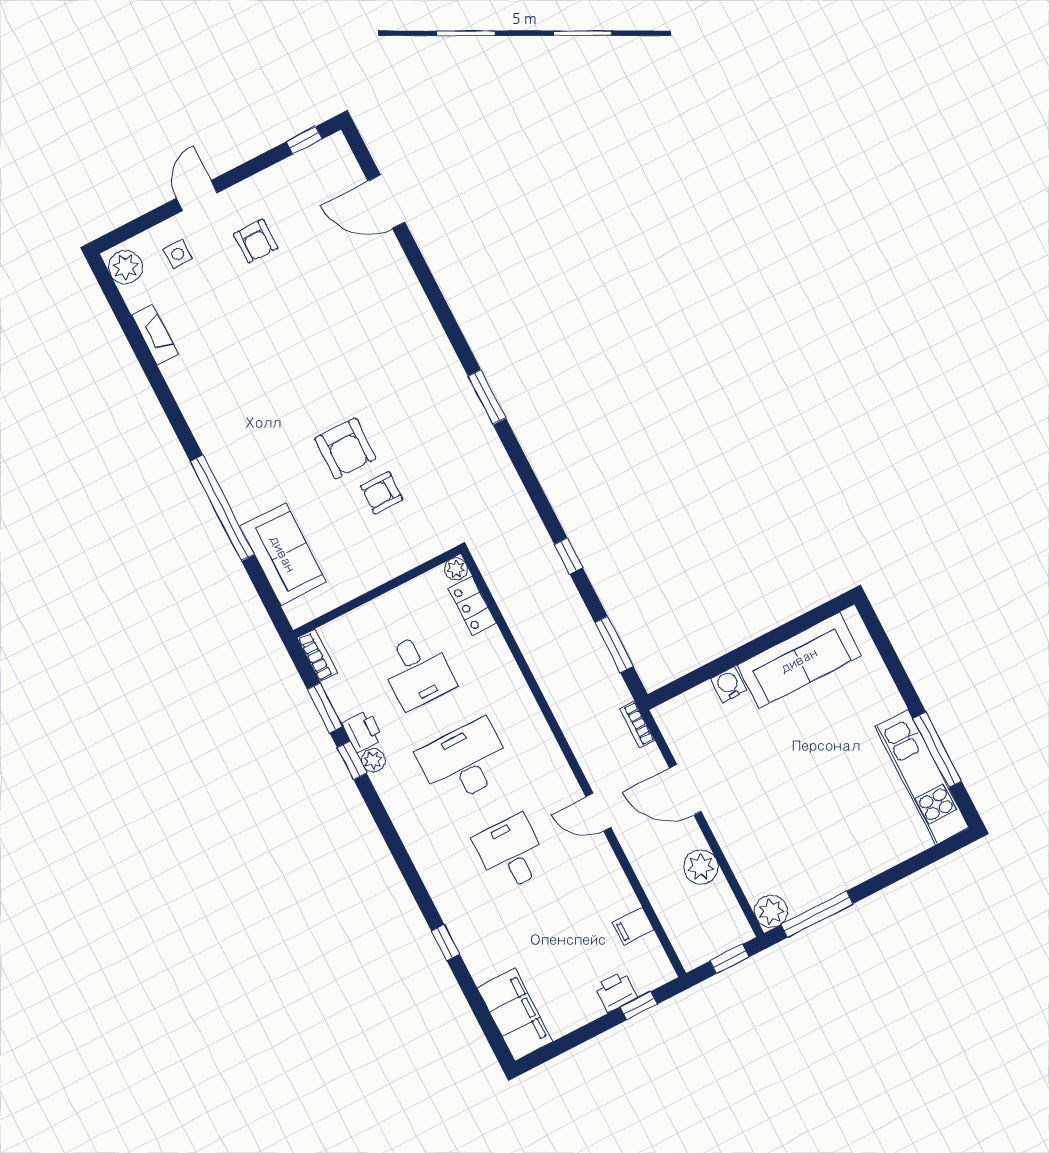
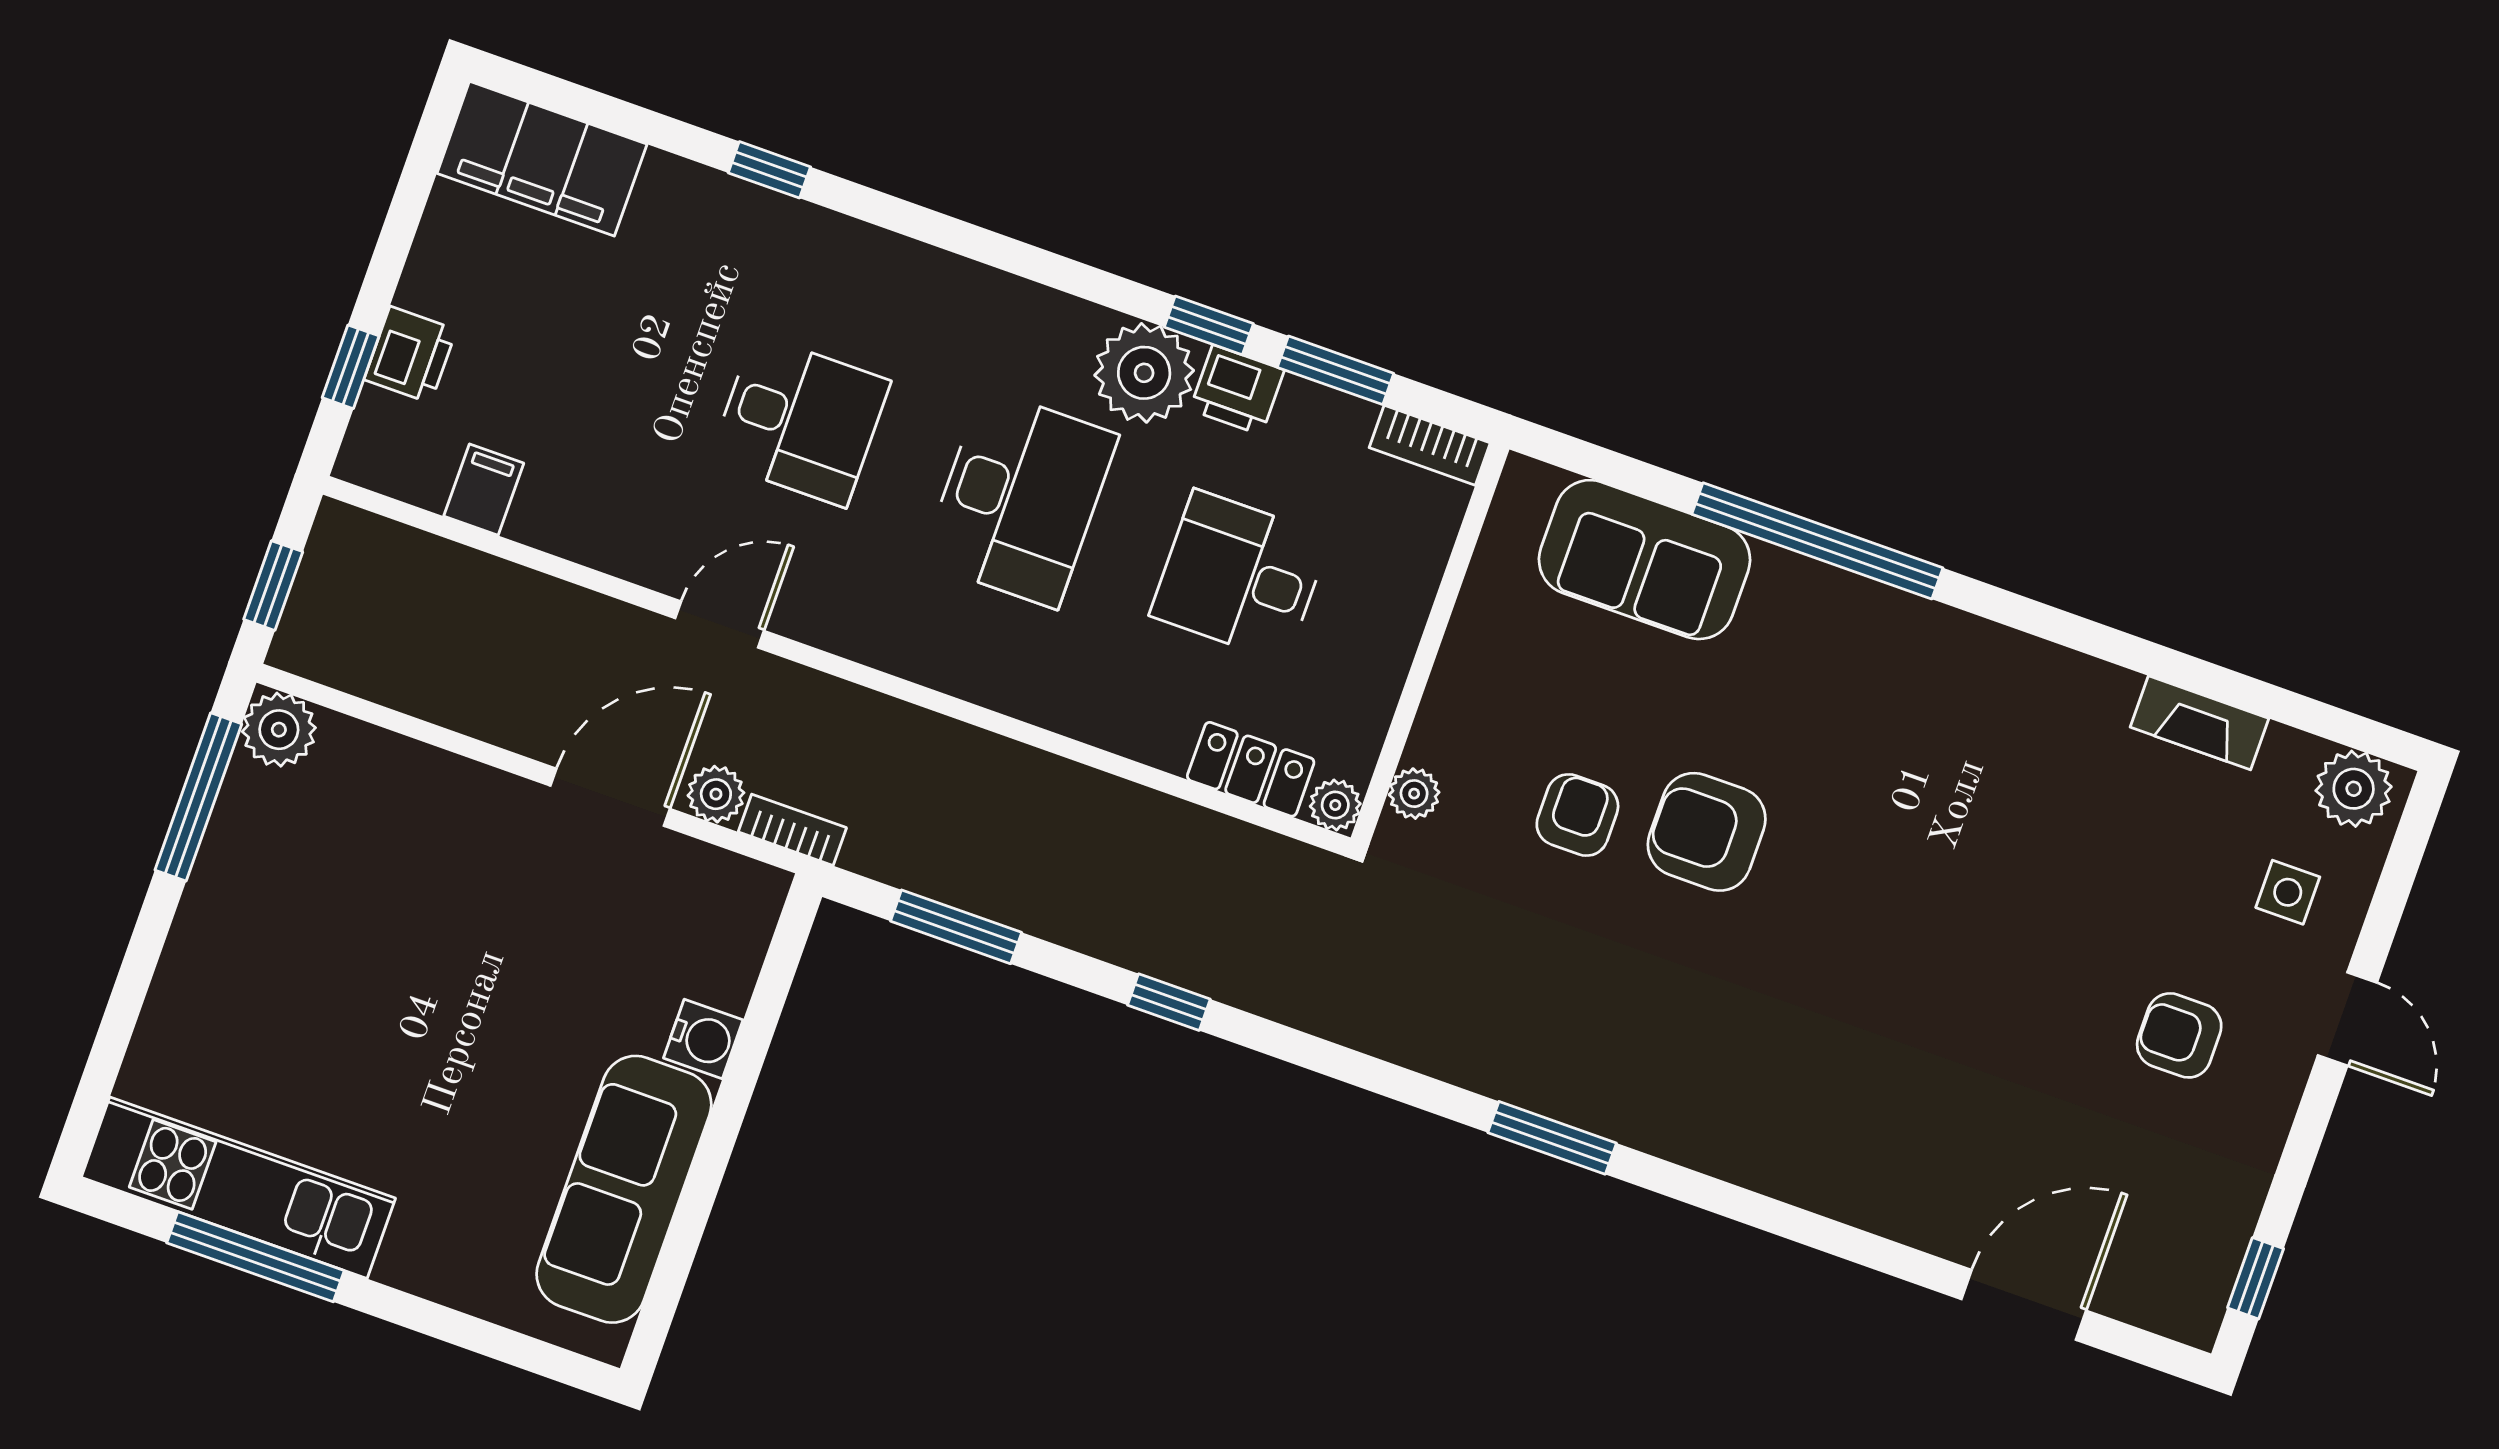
plant: (427, 549) -> (1414, 794), added
plant: (373, 760) -> (1144, 373), width x1.87, depth x1.87
plant: (701, 867) -> (716, 794), moved, width x0.73, depth x0.73

